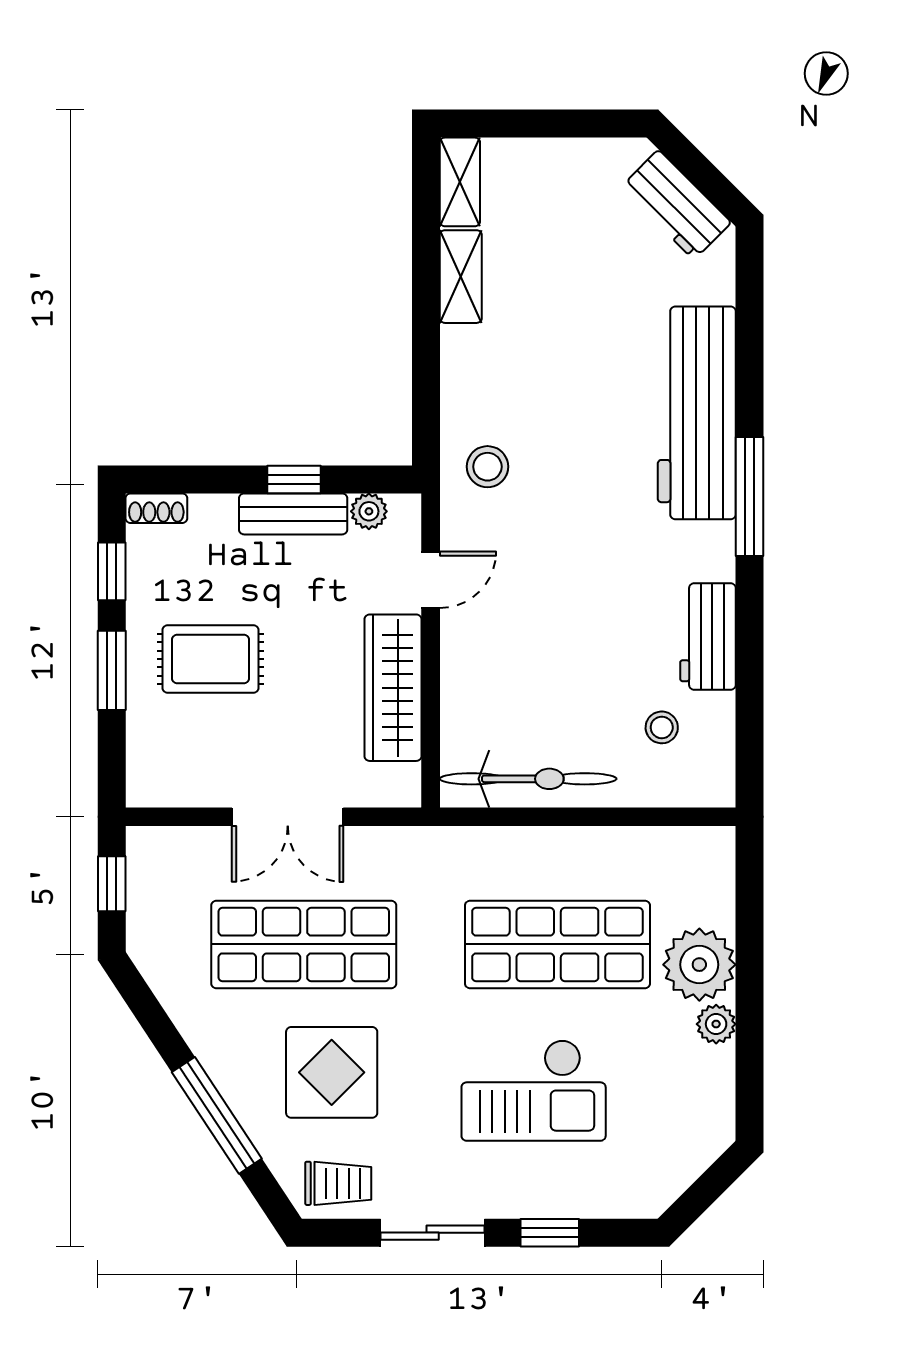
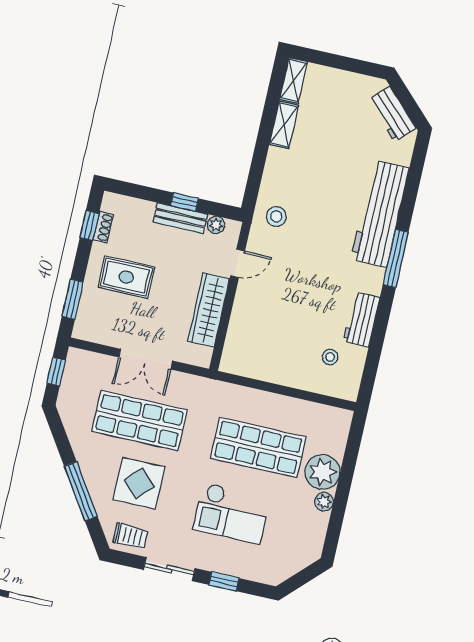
shoe rack: (156, 508) -> (103, 227), moved, turned -90
window: (112, 670) -> (73, 299), moved
bicycle: (528, 779) -> (262, 367), removed

